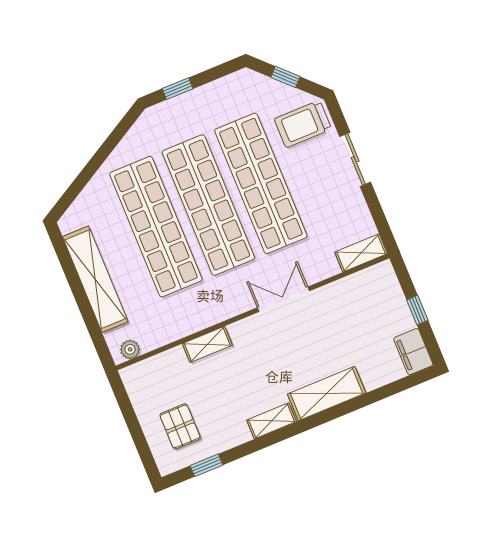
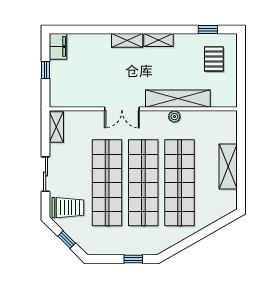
shelving: (361, 253) -> (56, 127), moved, turned 90
shelving: (95, 279) -> (228, 167), width x0.68
shelving: (207, 344) -> (178, 99), width x2.20, depth x1.33
plant: (130, 349) -> (174, 117), moved
shelving: (327, 393) -> (127, 40), width x0.67, depth x0.75

